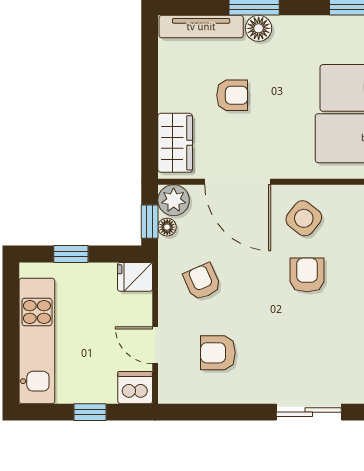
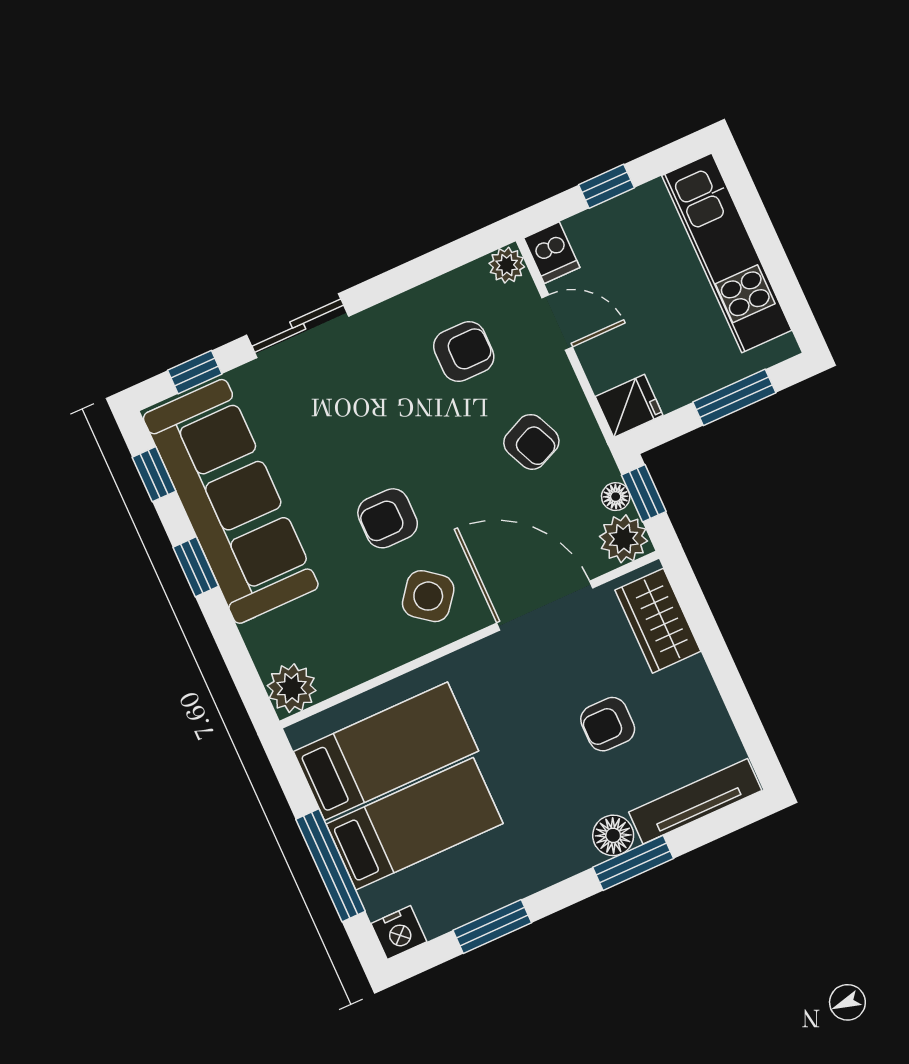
window: (71, 254) -> (734, 397), width x1.50
armchair: (307, 275) -> (388, 518), turned 90
dishwasher: (135, 388) -> (552, 253), width x0.73
plant: (170, 392) -> (507, 265), added

